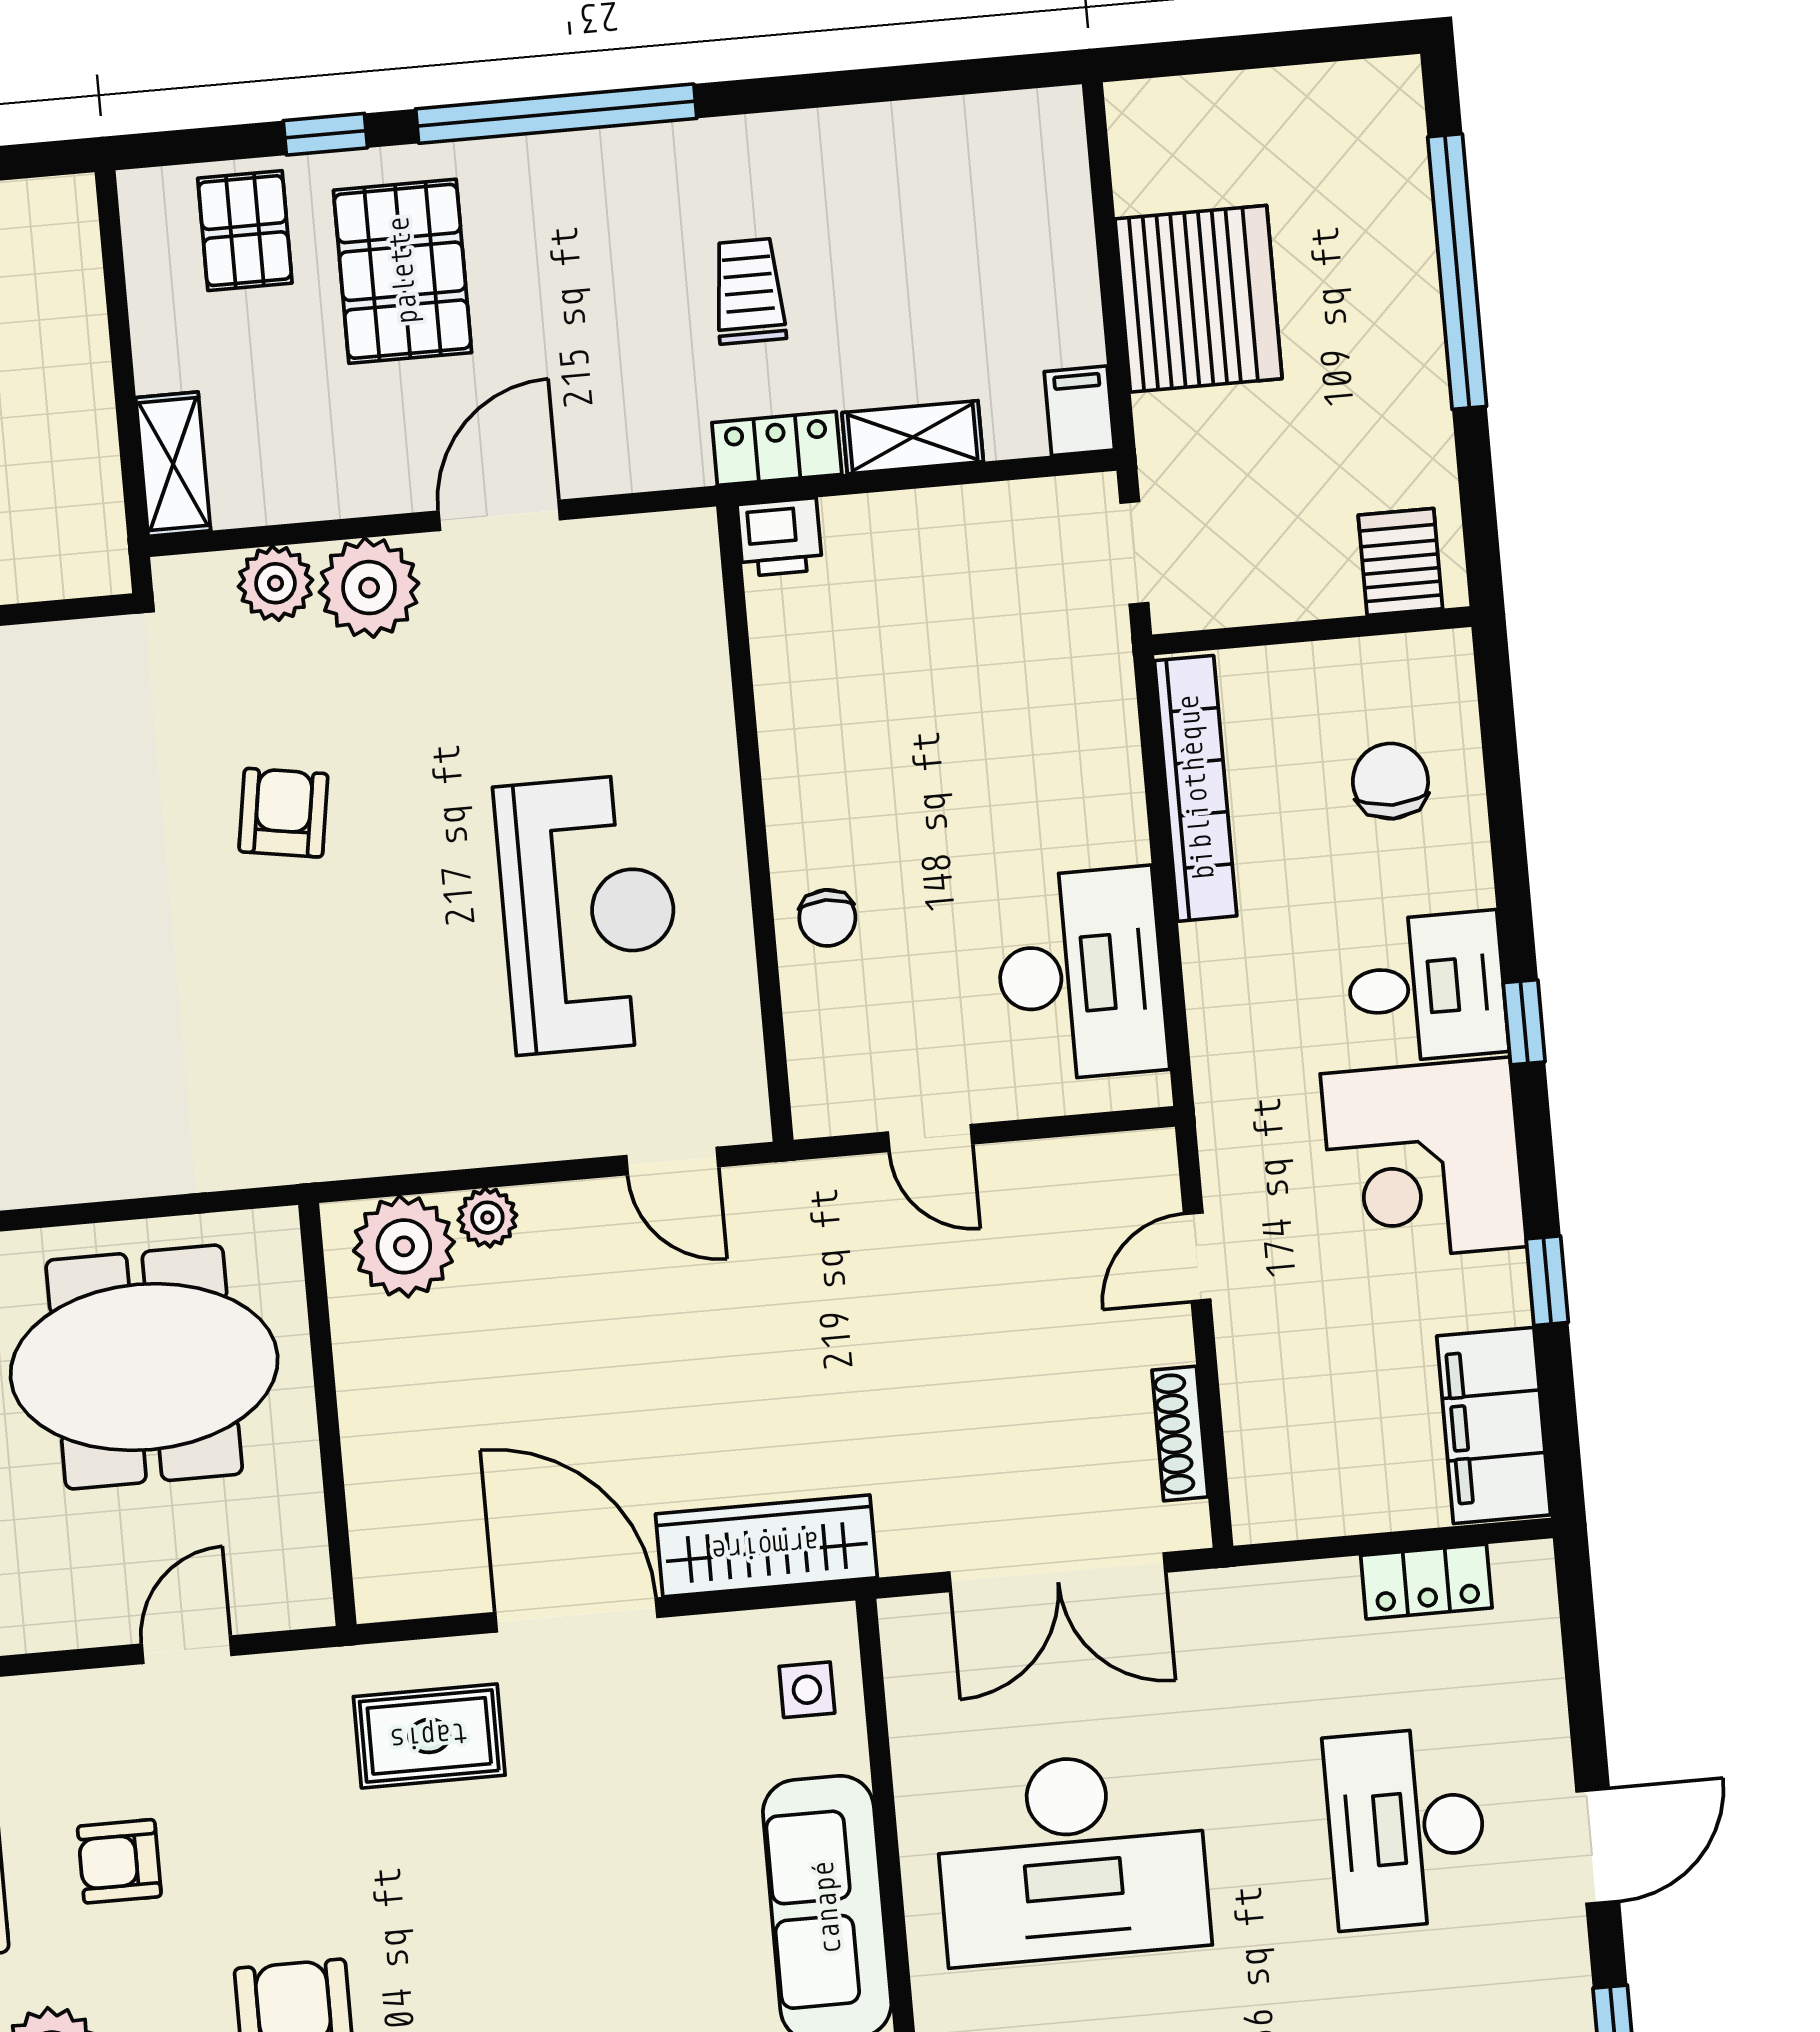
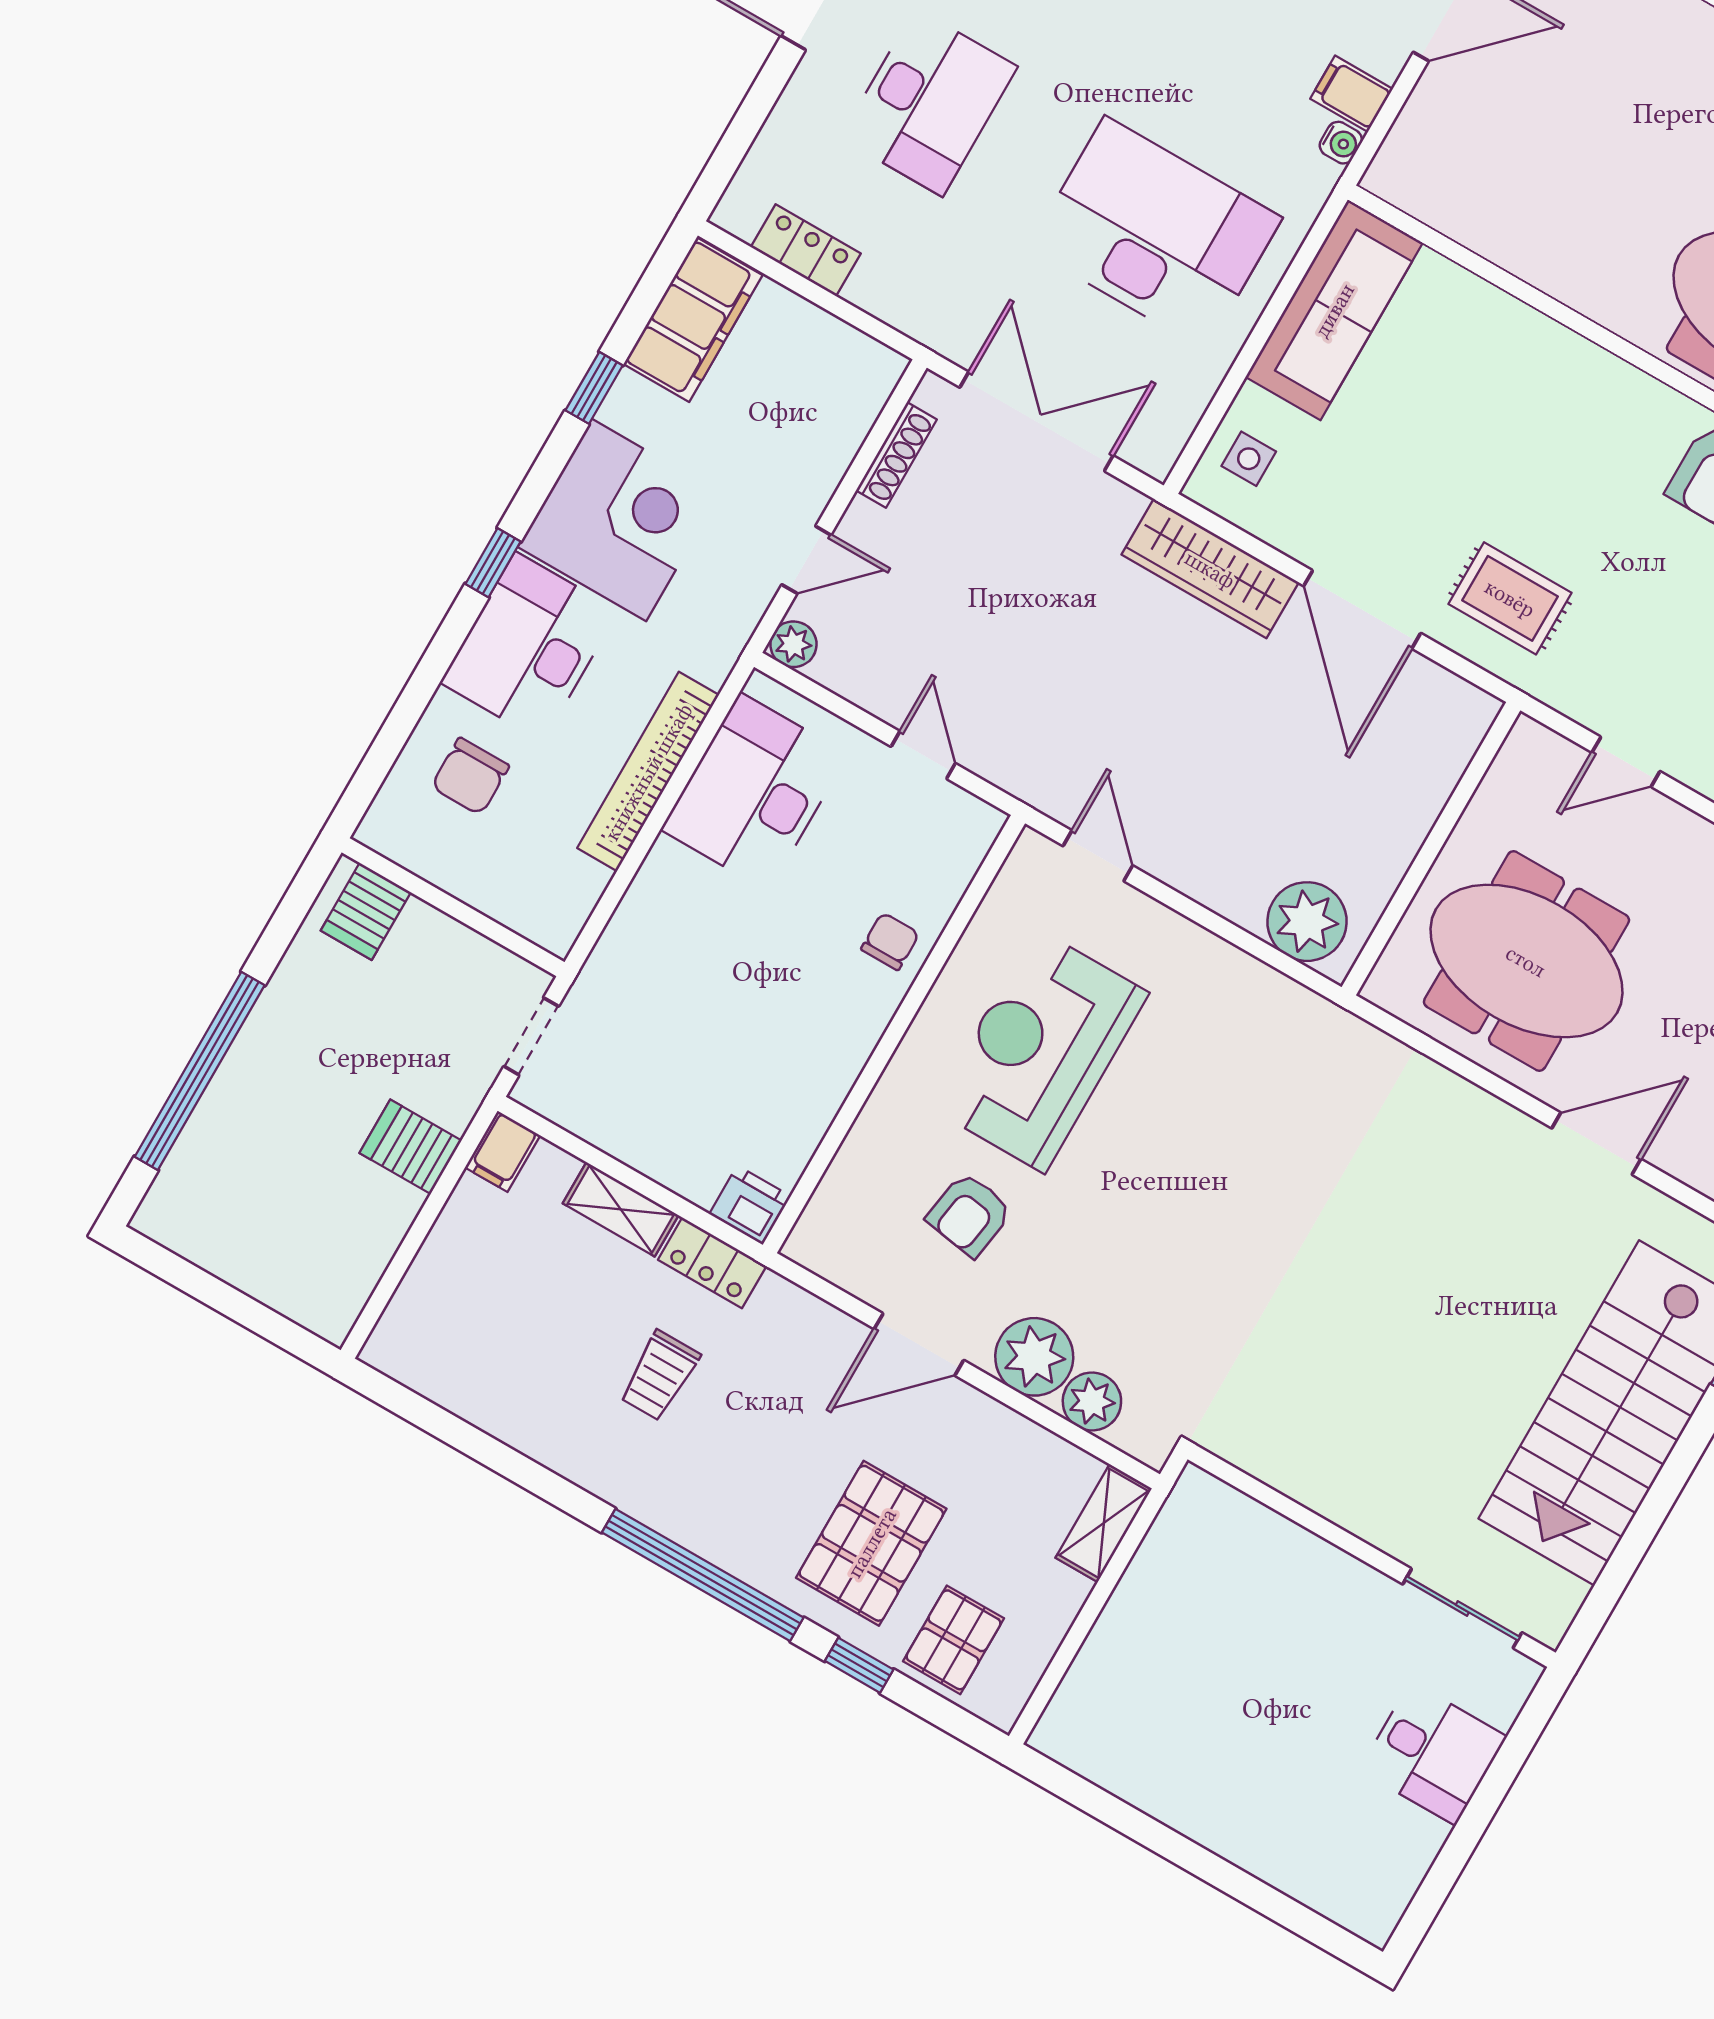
server rack: (1198, 299) -> (411, 1147), width x0.46, depth x0.70
bookcase: (1196, 788) -> (648, 772), moved
armchair: (283, 813) -> (969, 1215), moved
desk: (1427, 987) -> (529, 647), width x1.37
plant: (487, 1218) -> (793, 644), moved

